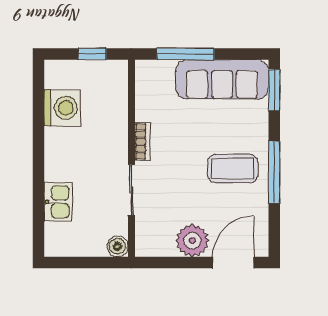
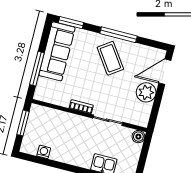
window: (92, 54) -> (23, 123), width x1.50
washing machine: (62, 108) -> (44, 152), width x0.53, depth x0.53
coffee table: (233, 169) -> (110, 58), turned -35
door: (233, 262) -> (165, 72), hinge flipped

